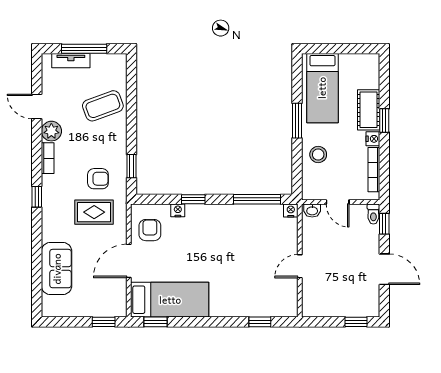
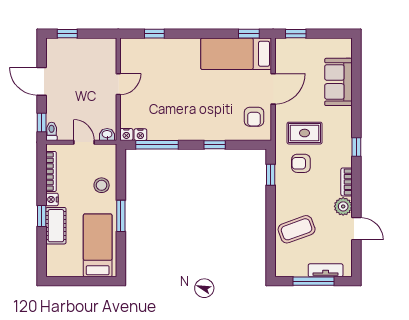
nightstand: (178, 210) -> (140, 135), moved

